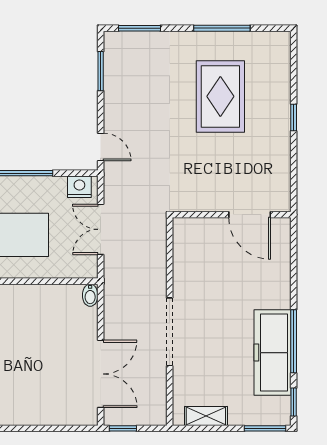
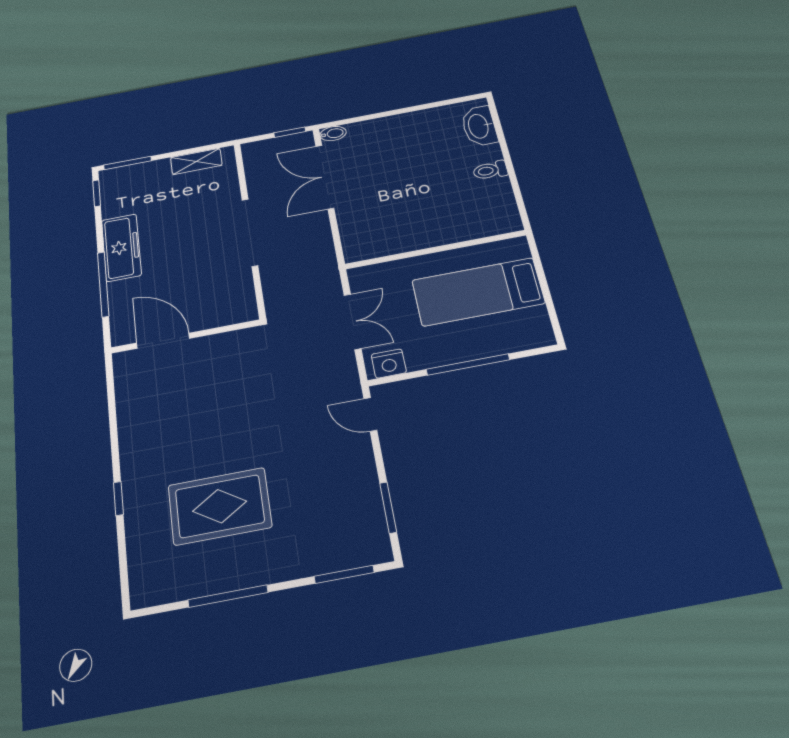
rug: (220, 96) -> (220, 506), turned 90
wall: (232, 215) -> (185, 336), moved
door: (250, 215) -> (163, 341), moved
bidet: (90, 295) -> (333, 134), moved, turned 90
window: (294, 341) -> (103, 284), moved
freezer: (273, 353) -> (121, 248), width x0.73, depth x0.79

